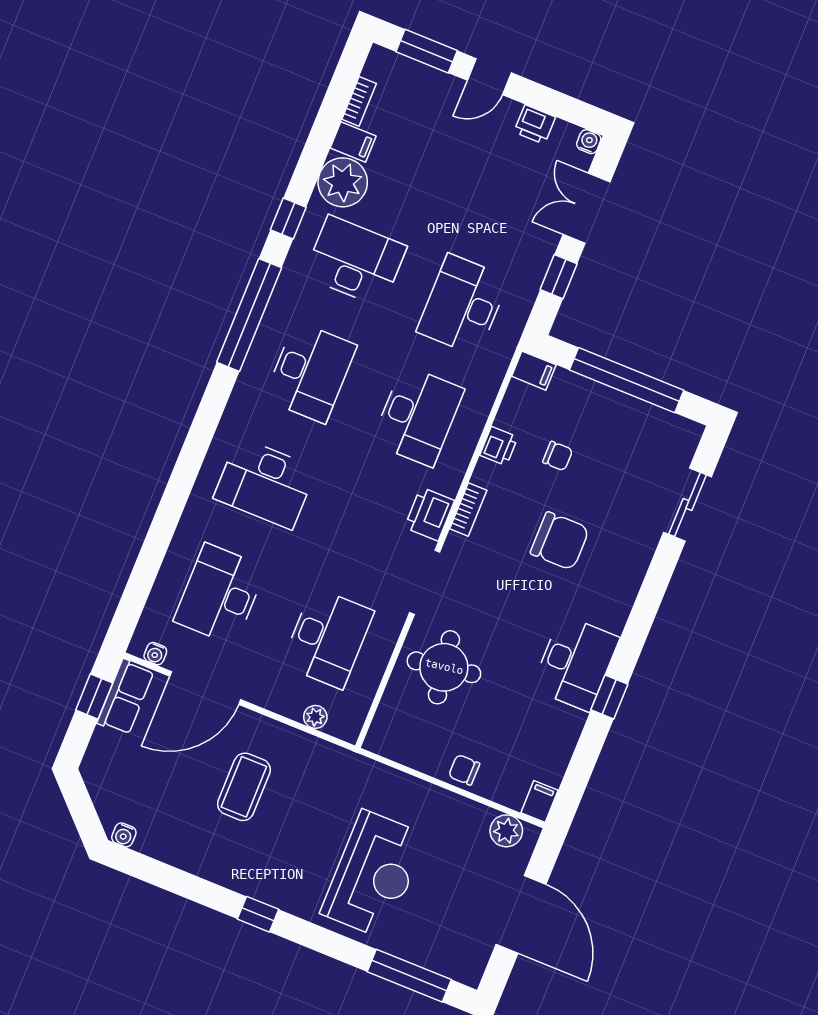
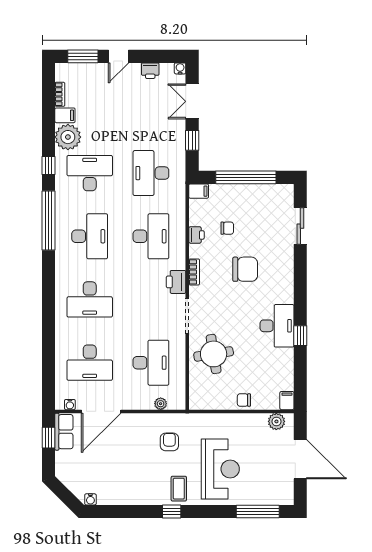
desk: (220, 594) -> (90, 363), turned -90
coffee table: (244, 787) -> (179, 489), moved, width x0.73, depth x0.77
armchair: (304, 790) -> (169, 442), added

